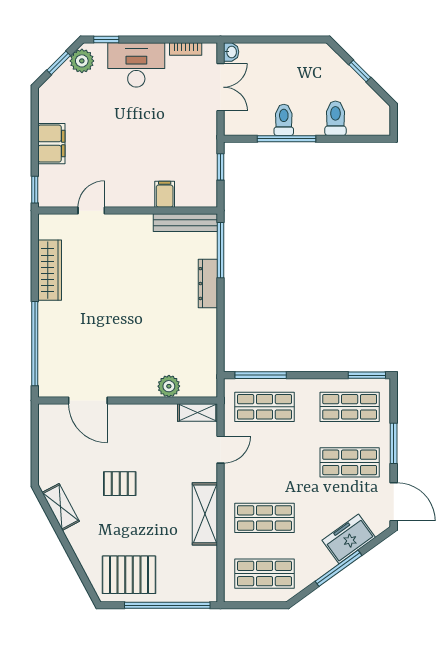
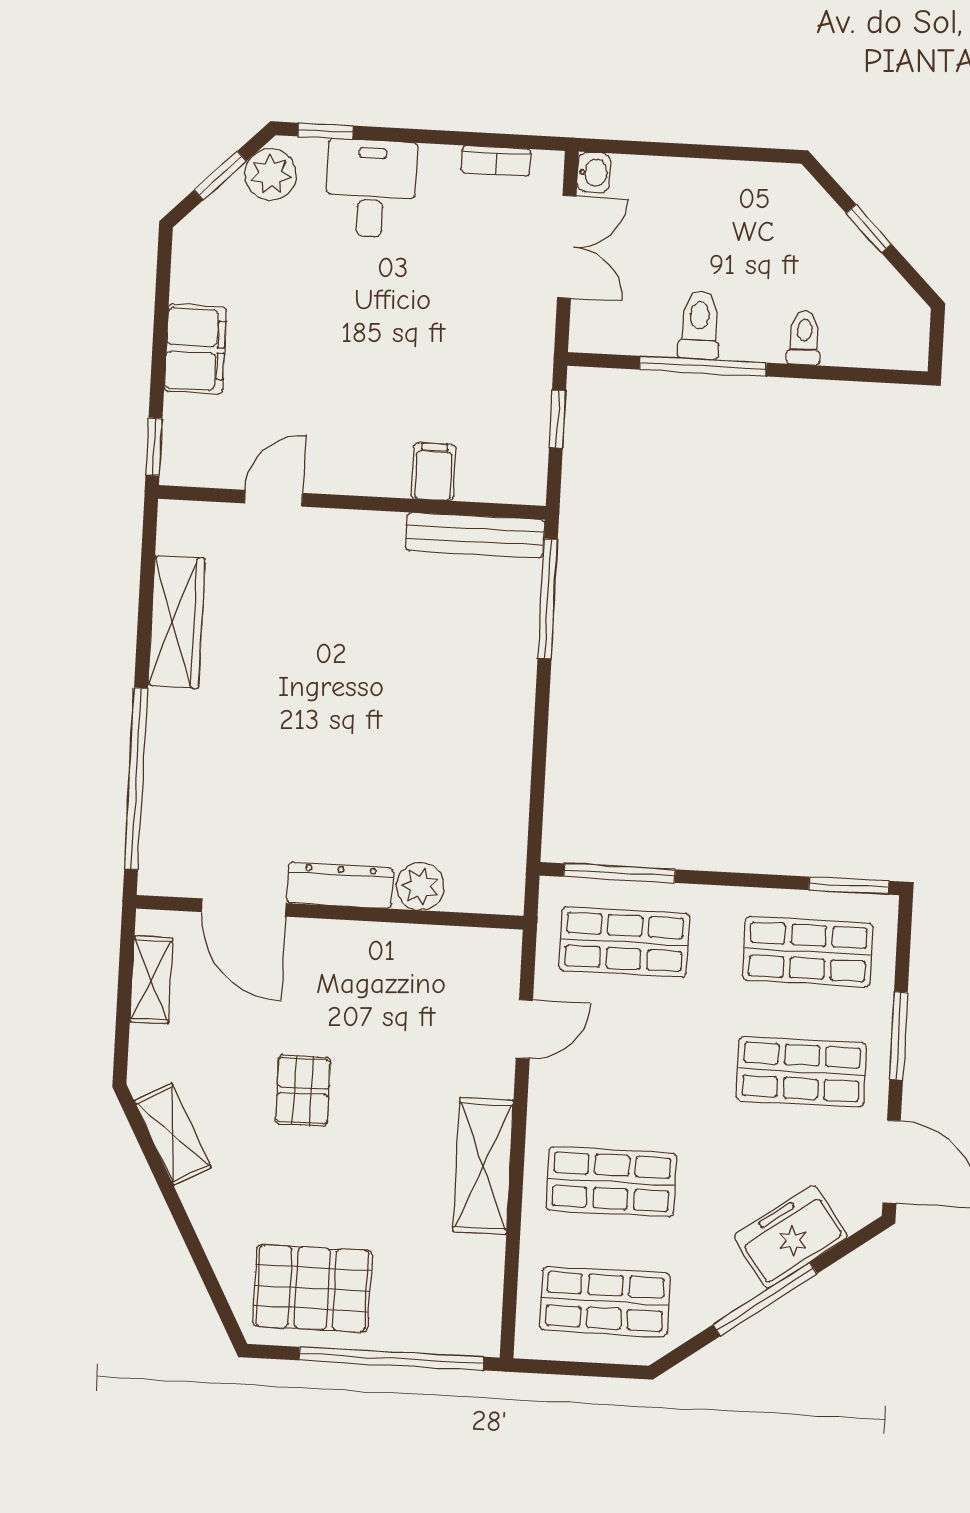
desk: (136, 65) -> (371, 189), width x0.73
toilet: (335, 118) -> (804, 338), width x0.73, depth x0.72
dresser: (208, 284) -> (340, 885), moved, turned 90
shelving: (198, 413) -> (151, 980), moved, turned 90
pallet: (120, 484) -> (303, 1091), turned 90

